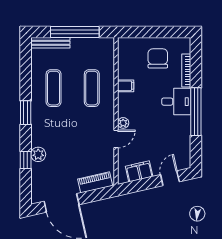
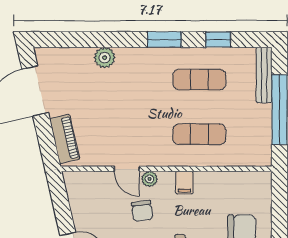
filing cabinet: (126, 86) -> (184, 183), moved
chair: (146, 128) -> (142, 211), added
window: (26, 160) -> (218, 40), moved
filing cabinet: (139, 171) -> (80, 202), removed

